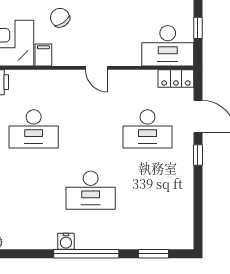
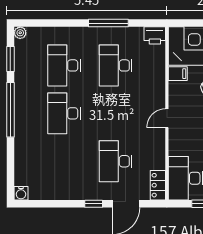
desk: (34, 190) -> (64, 65), added
water cooler: (66, 241) -> (21, 193), moved, turned -90
window: (153, 254) -> (10, 59), moved

